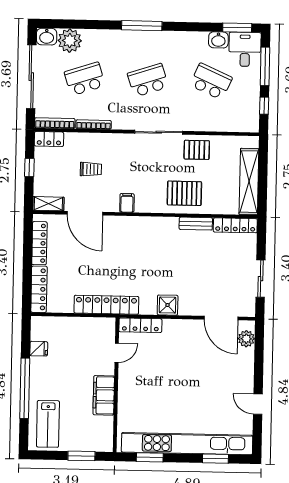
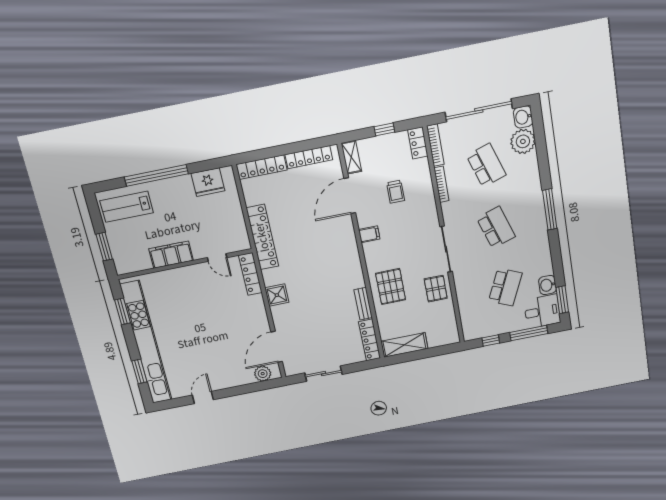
shelving: (249, 182) -> (404, 345), width x0.68
fridge: (39, 349) -> (208, 182), width x1.88, depth x1.34

